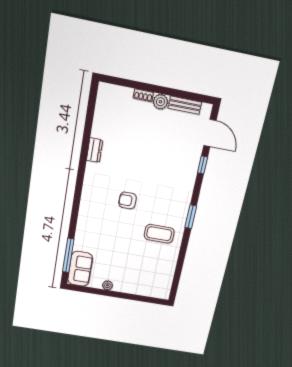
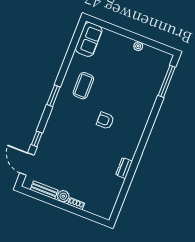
armchair: (128, 200) -> (105, 121), turned 180
coffee table: (159, 234) -> (83, 86), turned 90
sofa: (80, 269) -> (89, 39), moved, turned 180

